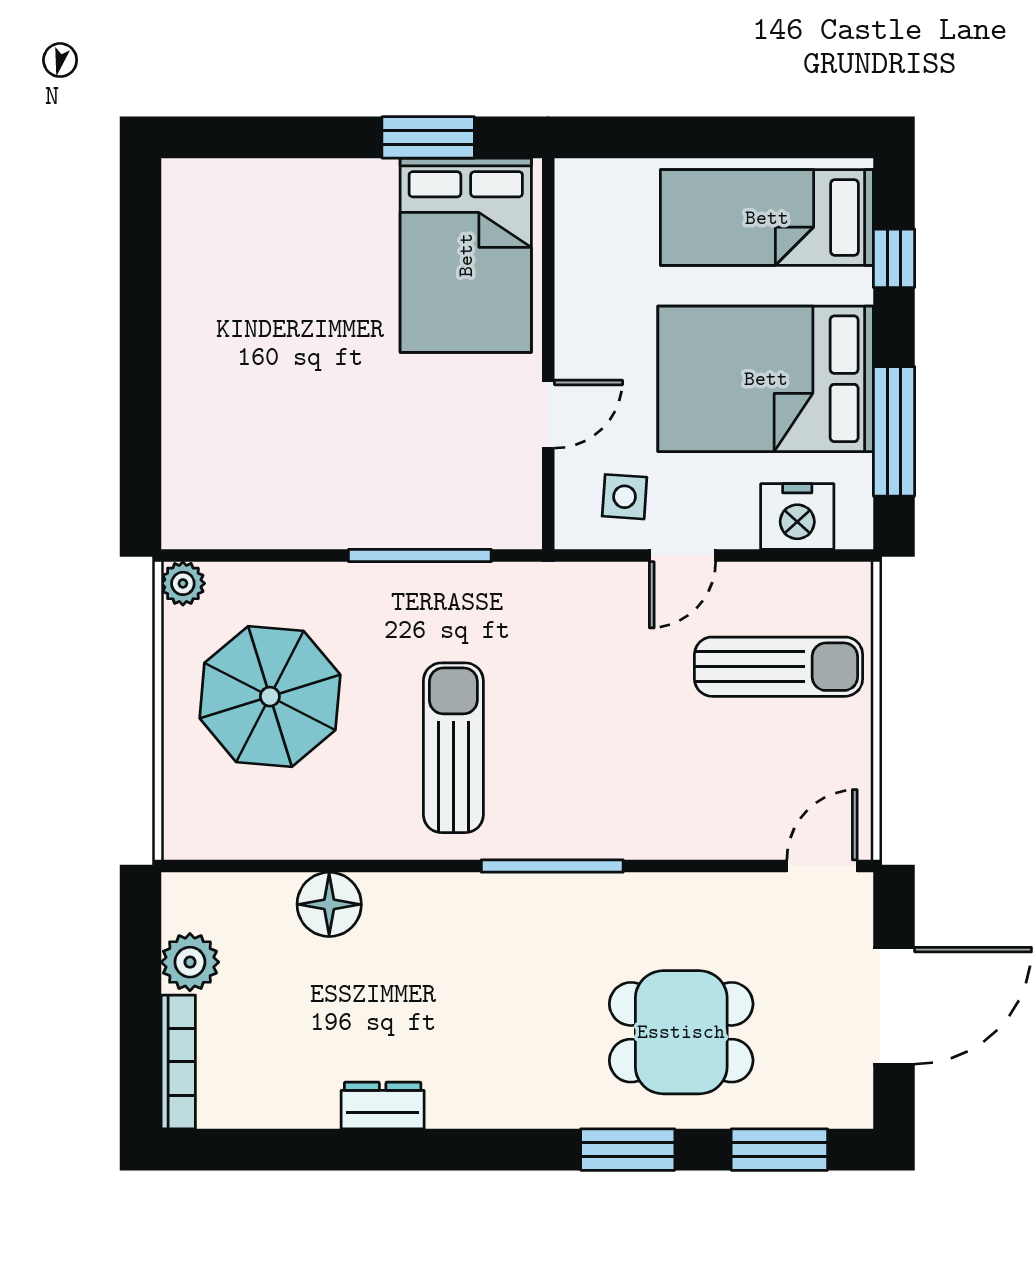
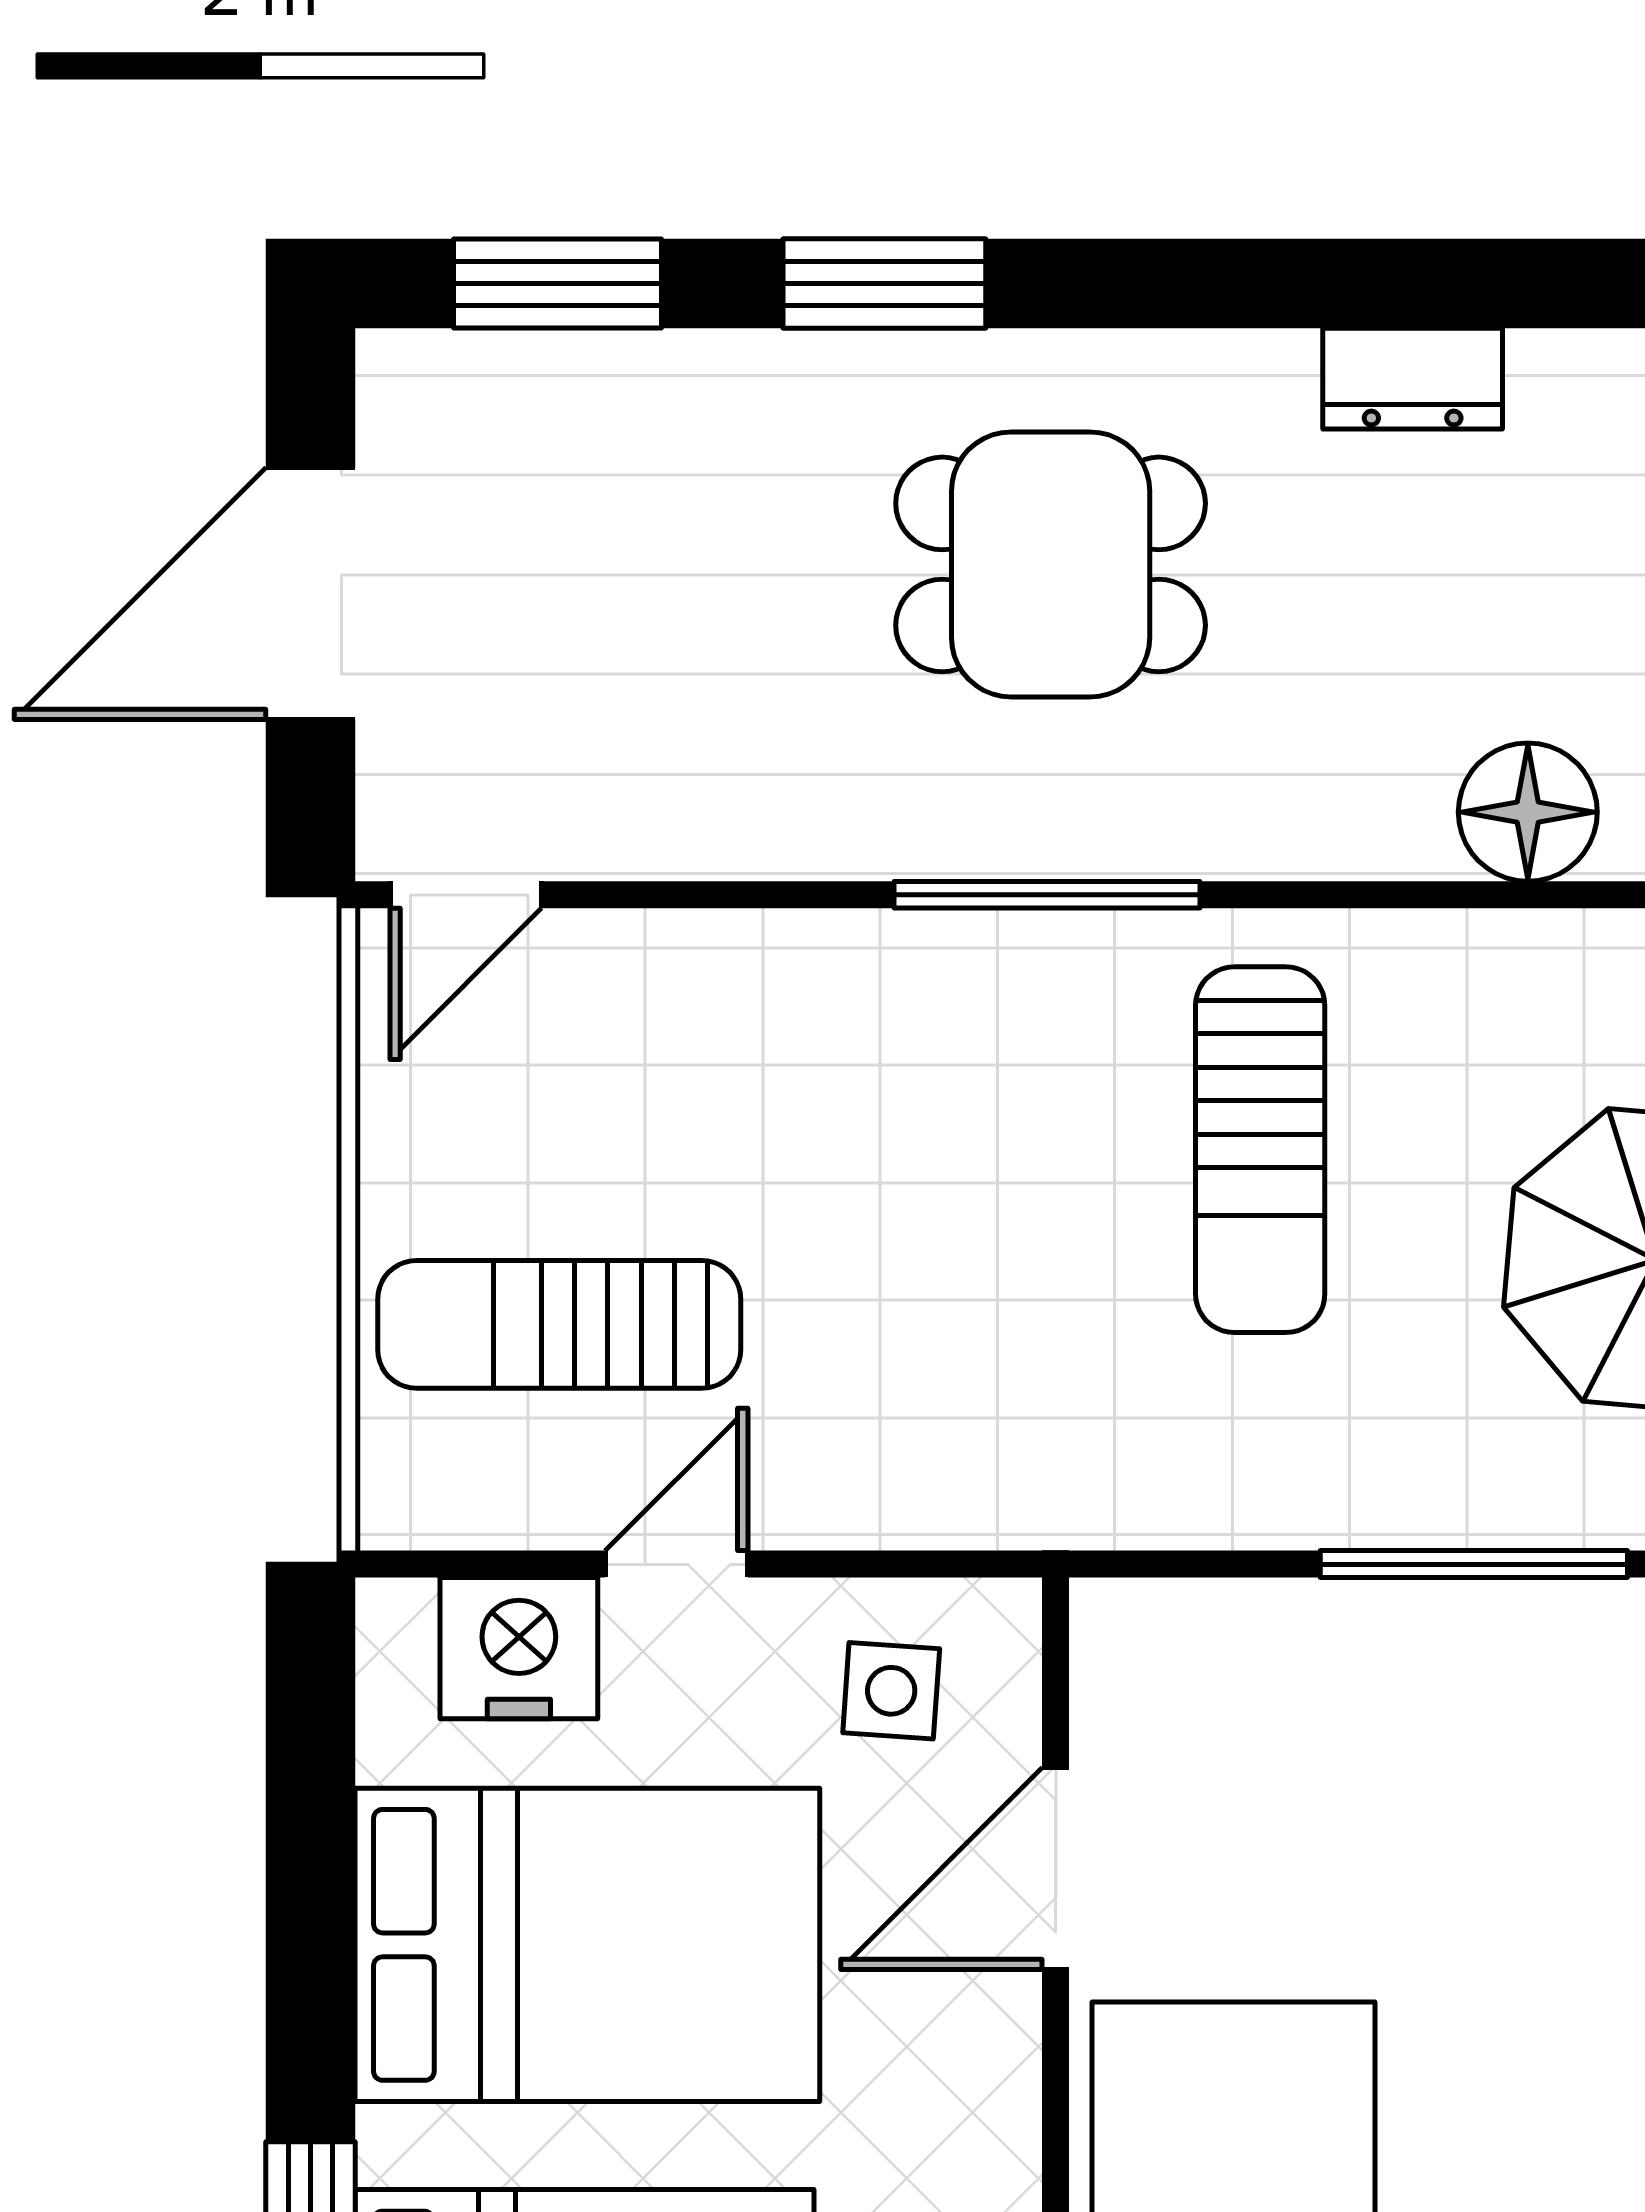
door: (548, 414) -> (1056, 1869), width x1.38
window: (894, 431) -> (311, 1832), removed
window: (420, 555) -> (1474, 1564), moved
door: (683, 555) -> (676, 1564), moved
dining table: (681, 1032) -> (1051, 564), moved

